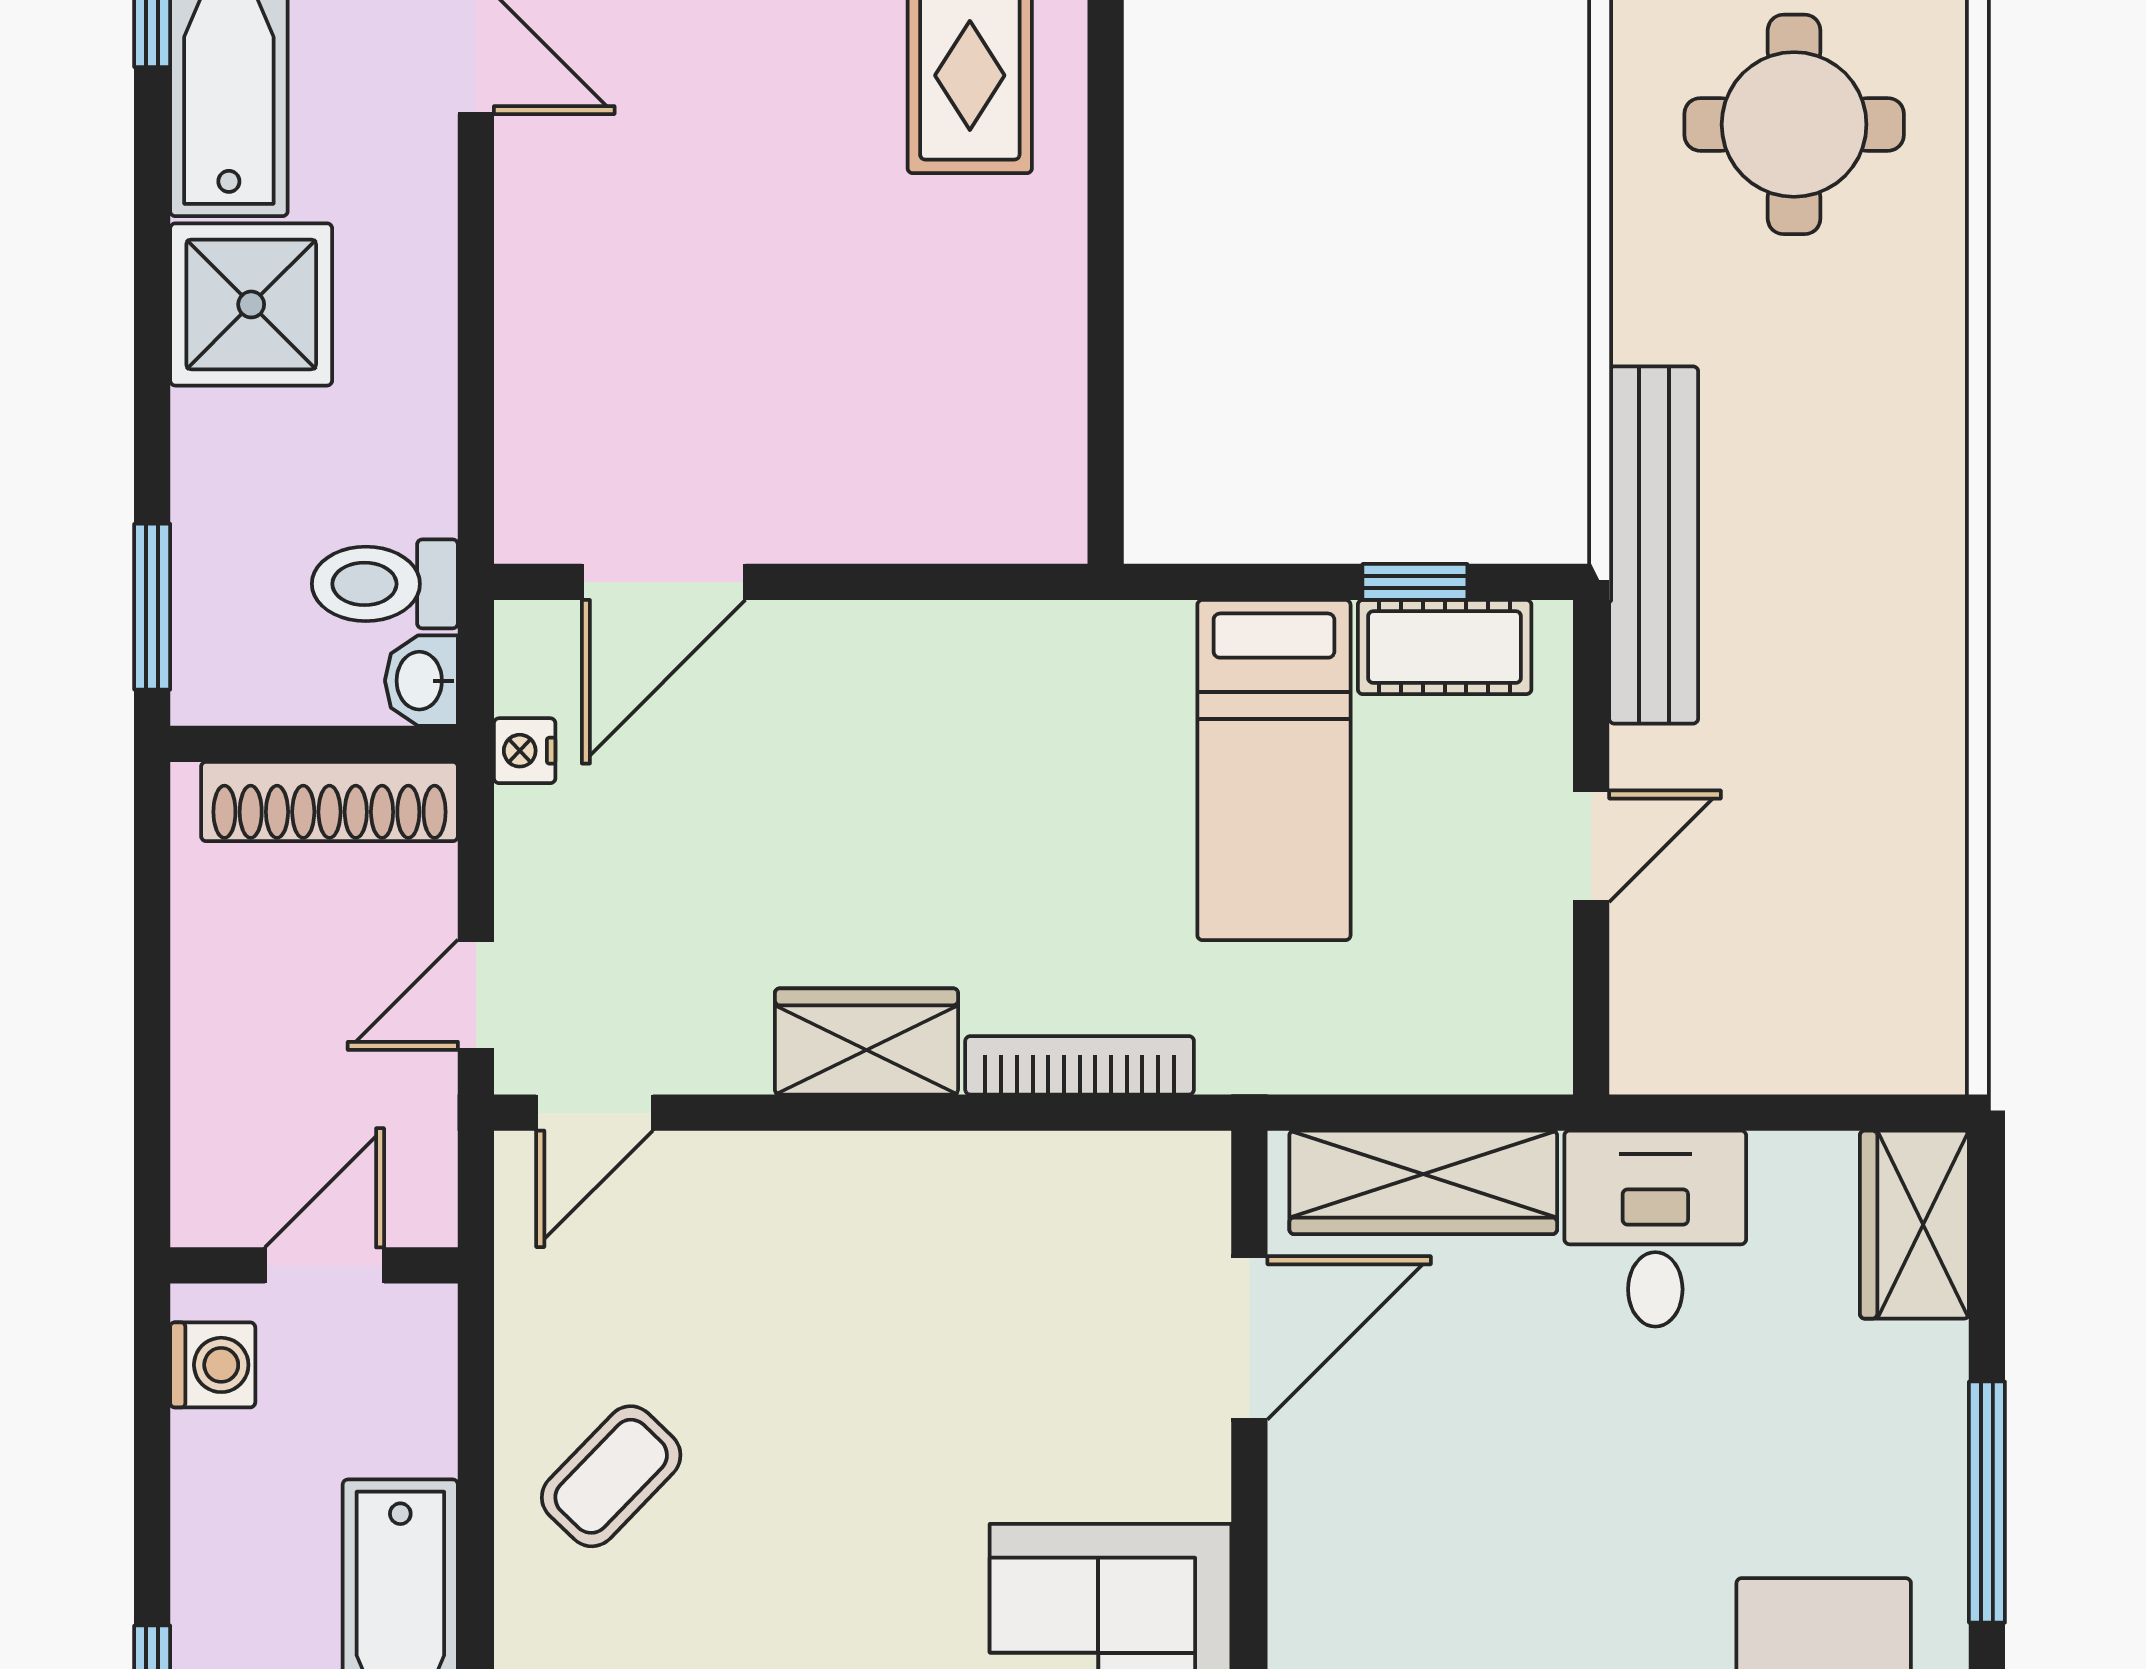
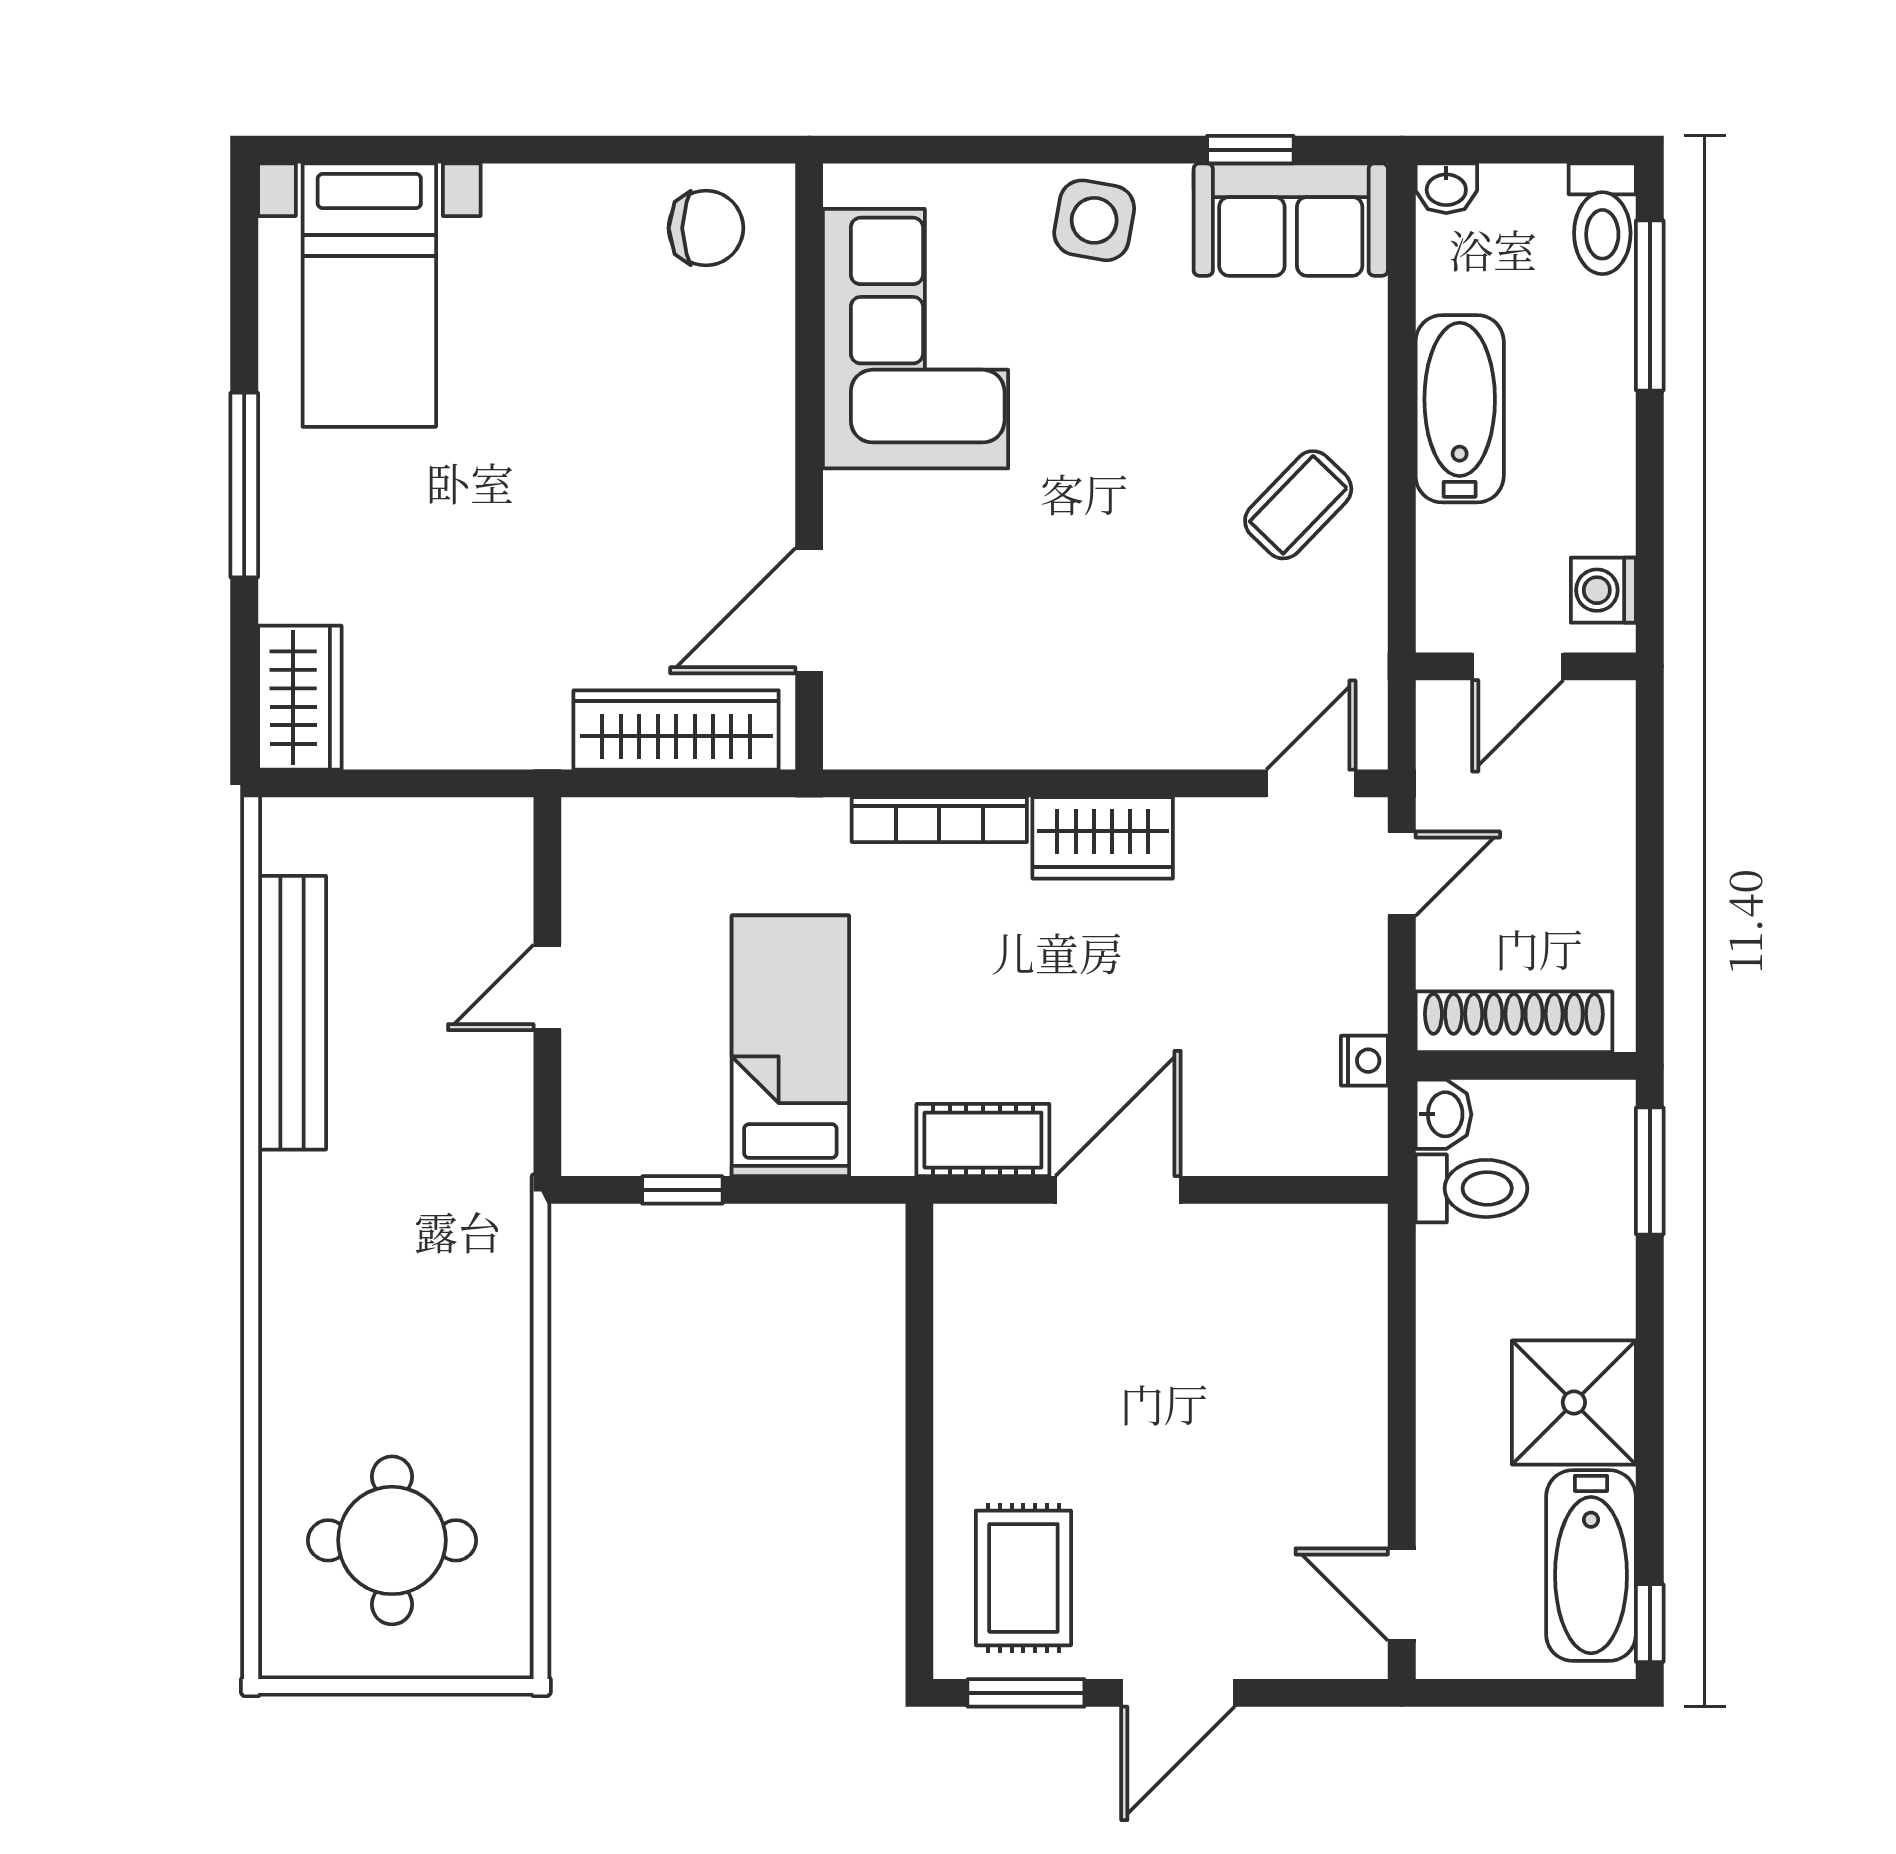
bench: (1654, 545) -> (292, 1013), moved
door: (664, 582) -> (1118, 1190), moved
cot: (1445, 647) -> (983, 1140), moved
desk: (1655, 1229) -> (498, 695), removed

